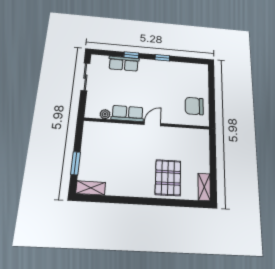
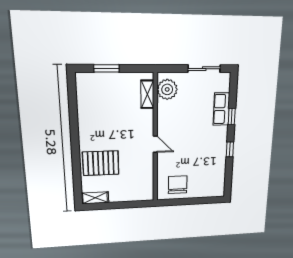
row of seats: (128, 113) -> (165, 118), removed
plant: (105, 114) -> (167, 89), width x1.88, depth x1.88
shelving: (91, 188) -> (147, 94), moved

